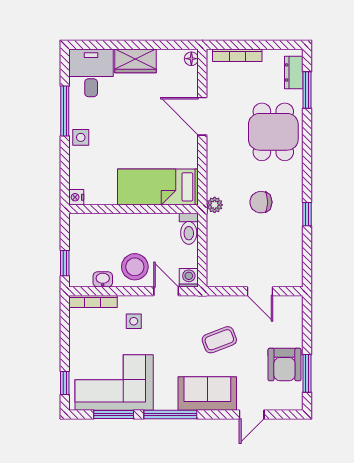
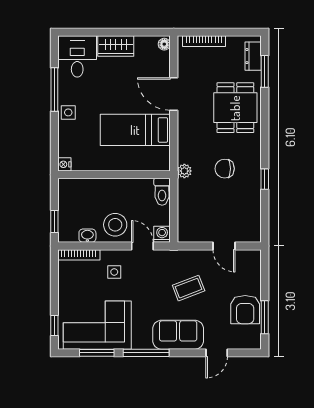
bed: (158, 187) -> (135, 130), moved

